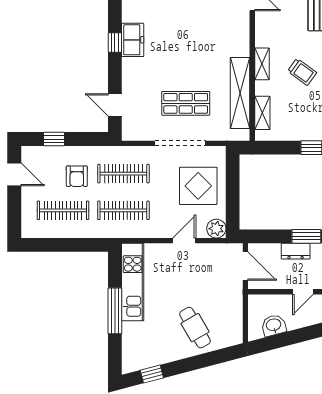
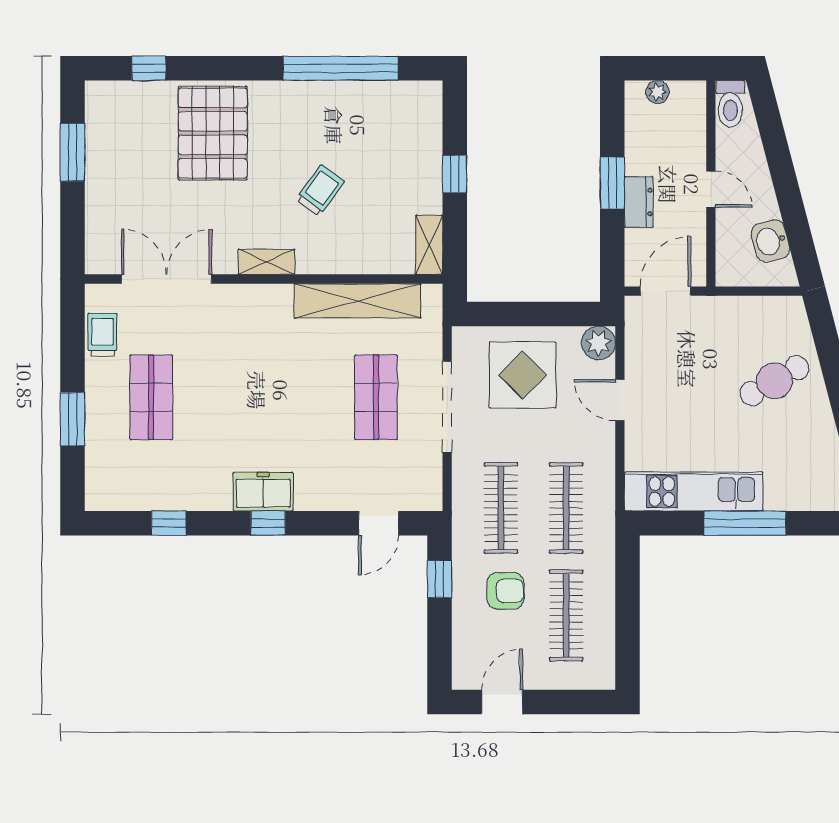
shelving: (262, 64) -> (266, 262), moved
shelving: (262, 113) -> (429, 245), moved, turned 90
window: (54, 139) -> (439, 579), moved

